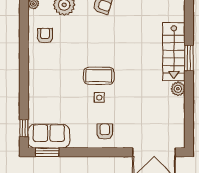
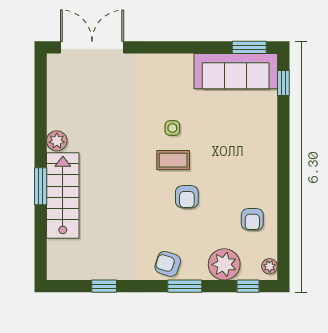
coffee table: (99, 76) -> (173, 160), width x0.73, depth x0.77
armchair: (105, 131) -> (187, 197), moved
sofa: (49, 136) -> (236, 71), width x1.36

